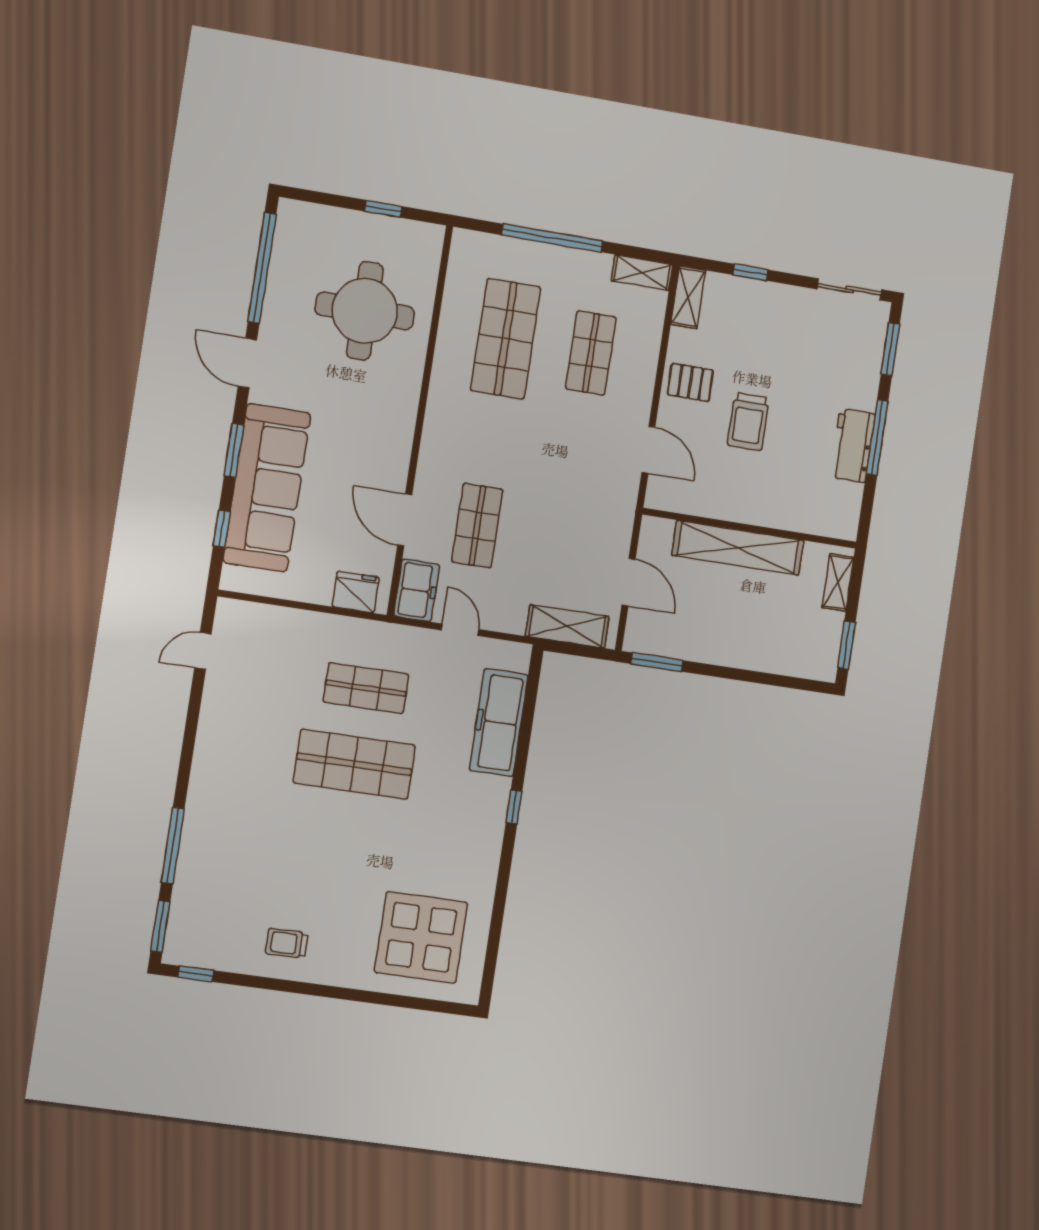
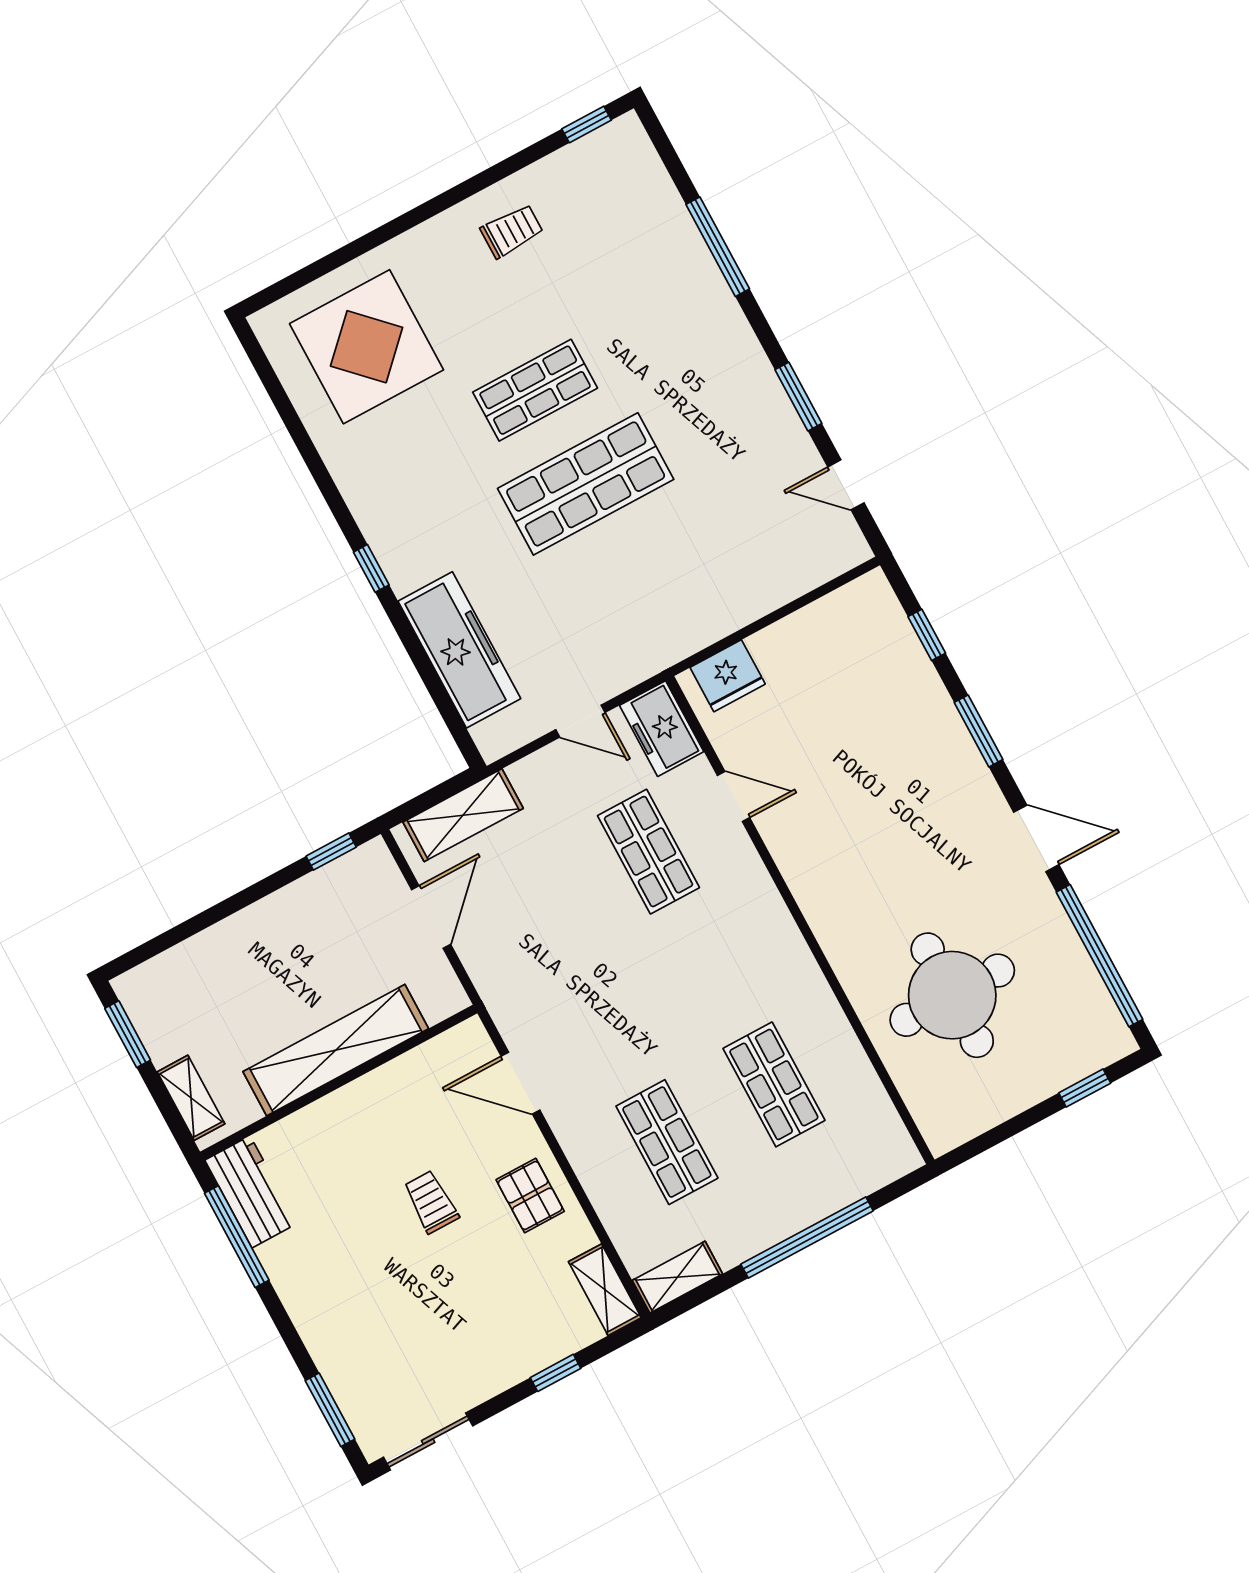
window: (383, 209) -> (1085, 1088), moved
shop shelf: (506, 339) -> (774, 1084), width x0.70, depth x0.74
pallet: (690, 382) -> (530, 1196), turned 90
trolley: (748, 422) -> (431, 1202), width x0.73, depth x0.72
window: (877, 438) -> (237, 1237), moved
workbench: (852, 446) -> (251, 1192), moved
sofa: (267, 488) -> (912, 717), removed
door: (405, 520) -> (734, 797), width x0.73
door: (628, 582) -> (431, 917), swing flipped
door: (203, 651) -> (846, 485), swing flipped
window: (657, 662) -> (331, 852), width x0.67
shop shelf: (366, 688) -> (535, 390), moved
window: (160, 926) -> (798, 397), moved

